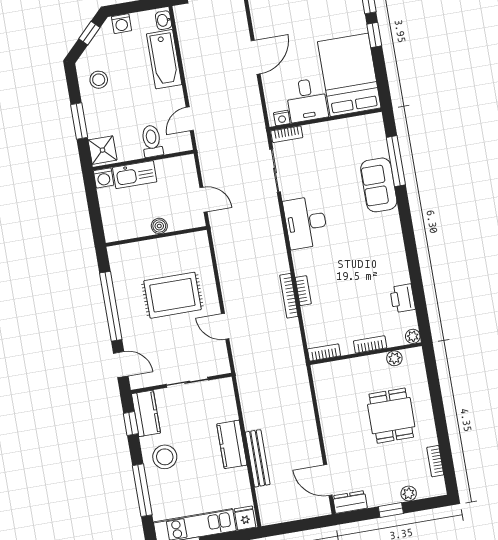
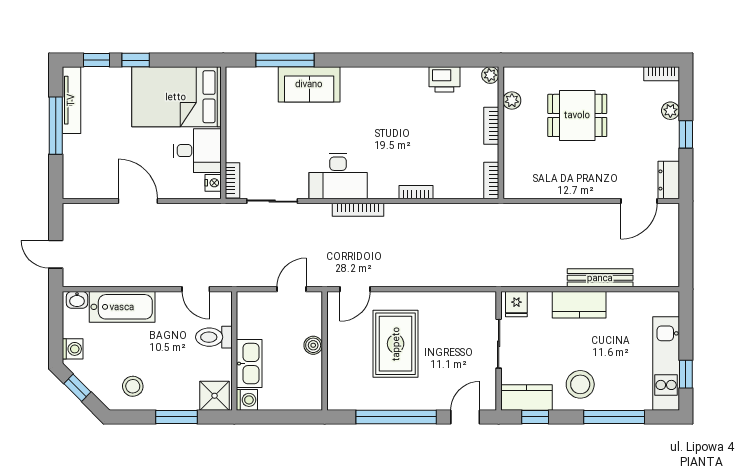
bookcase: (289, 296) -> (358, 210), moved
door: (225, 326) -> (355, 289), moved
bookcase: (435, 461) -> (662, 74), moved
fridge: (245, 518) -> (516, 304), moved, turned -90

